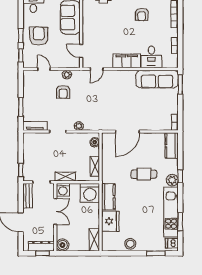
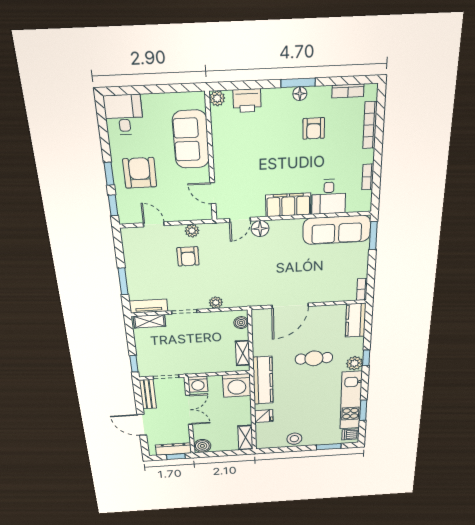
floor lamp: (109, 76) -> (260, 229), added
shelving: (65, 177) -> (149, 321), moved
kitchen counter: (108, 197) -> (263, 380), width x1.50
fridge: (110, 221) -> (264, 416), width x0.53, depth x0.75

